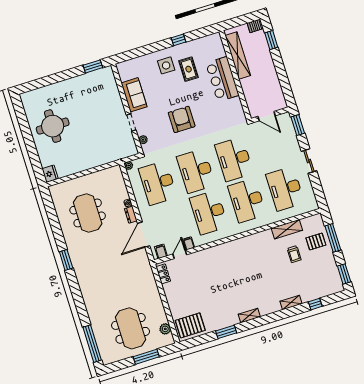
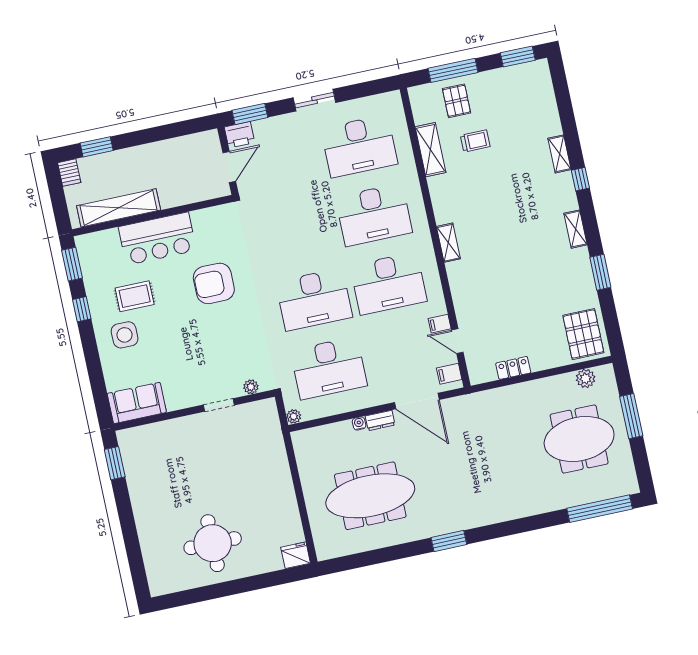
window: (203, 32) -> (72, 264), added
sofa: (134, 95) -> (137, 403), moved
armchair: (182, 119) -> (214, 283), moved
printer: (285, 120) -> (240, 135), added
desk: (234, 159) -> (299, 231), removed
meeting table: (88, 213) -> (370, 496), width x1.36
shelving: (235, 244) -> (448, 243), added
locker: (163, 274) -> (513, 368), moved
window: (315, 304) -> (580, 179), moved

